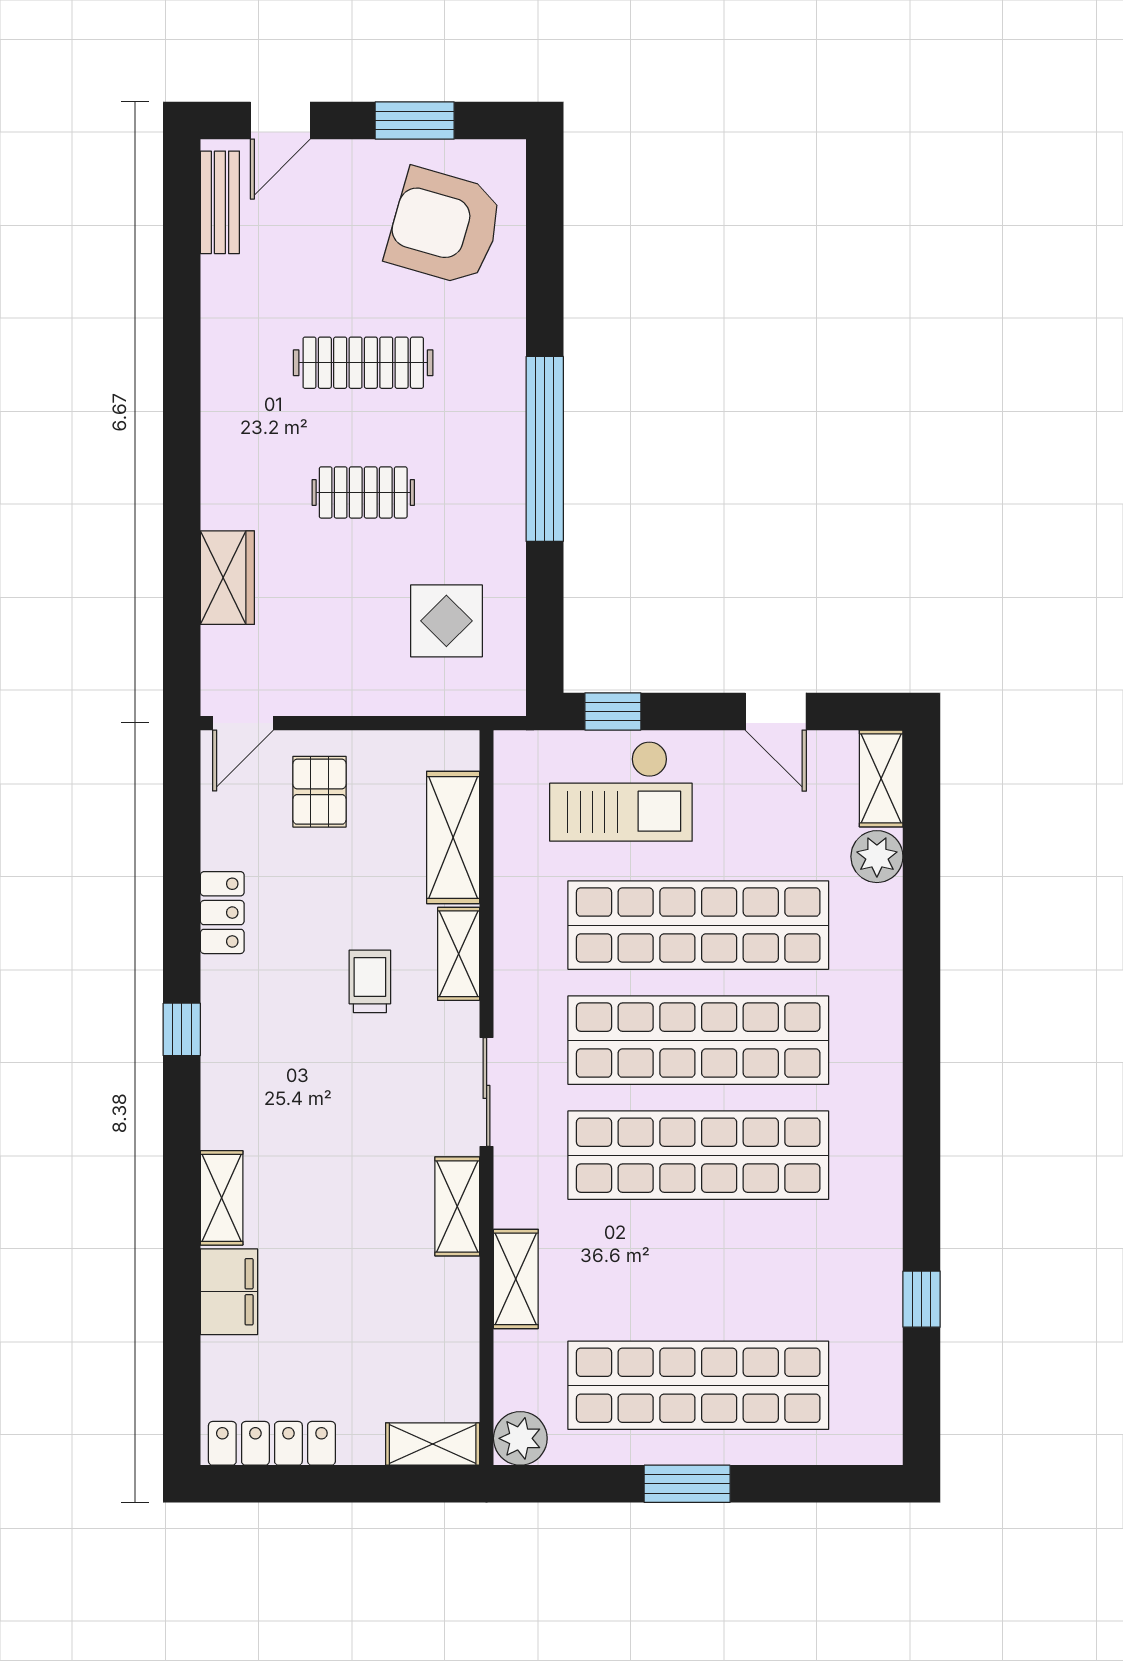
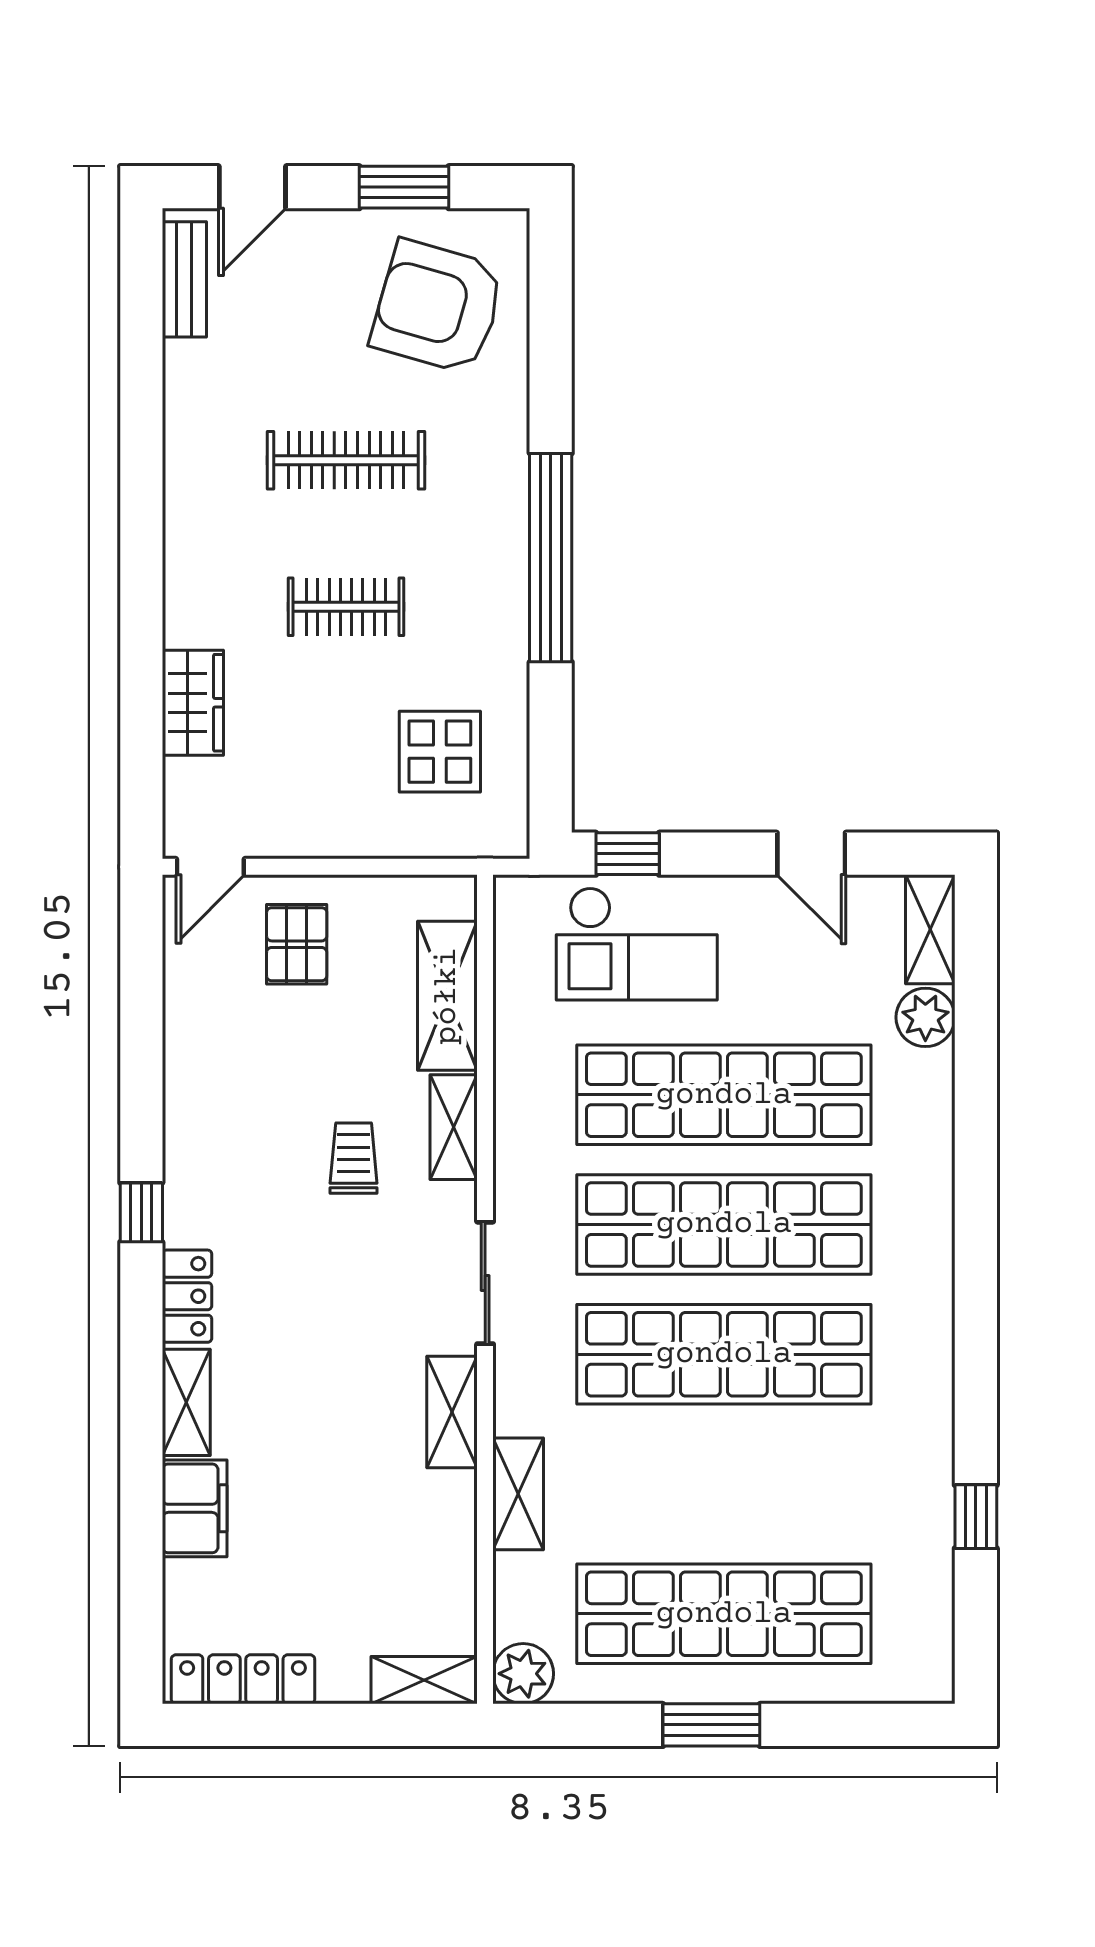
locker: (222, 913) -> (187, 1296), moved

